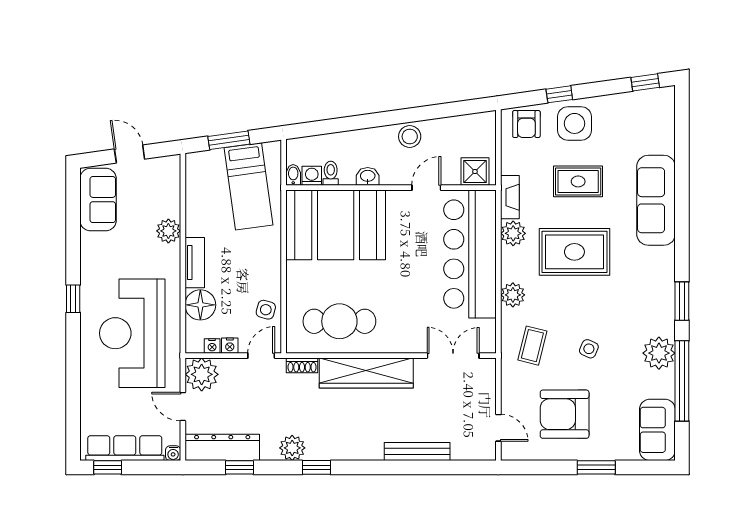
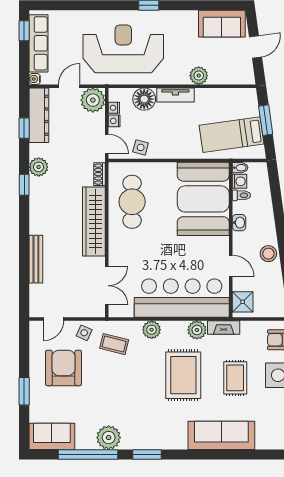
side table: (589, 349) -> (84, 333), moved

